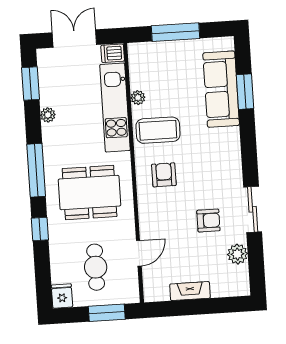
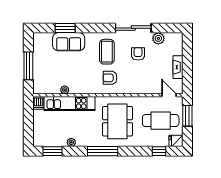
double door: (74, 39) -> (28, 124), removed
sofa: (221, 89) -> (69, 42), width x0.73
coffee table: (158, 130) -> (107, 52), moved
sliding door: (253, 209) -> (133, 28), width x1.37
window: (40, 229) -> (159, 151), moved
door: (139, 253) -> (169, 95), moved
cafe table: (96, 267) -> (161, 121), width x1.37, depth x1.35

